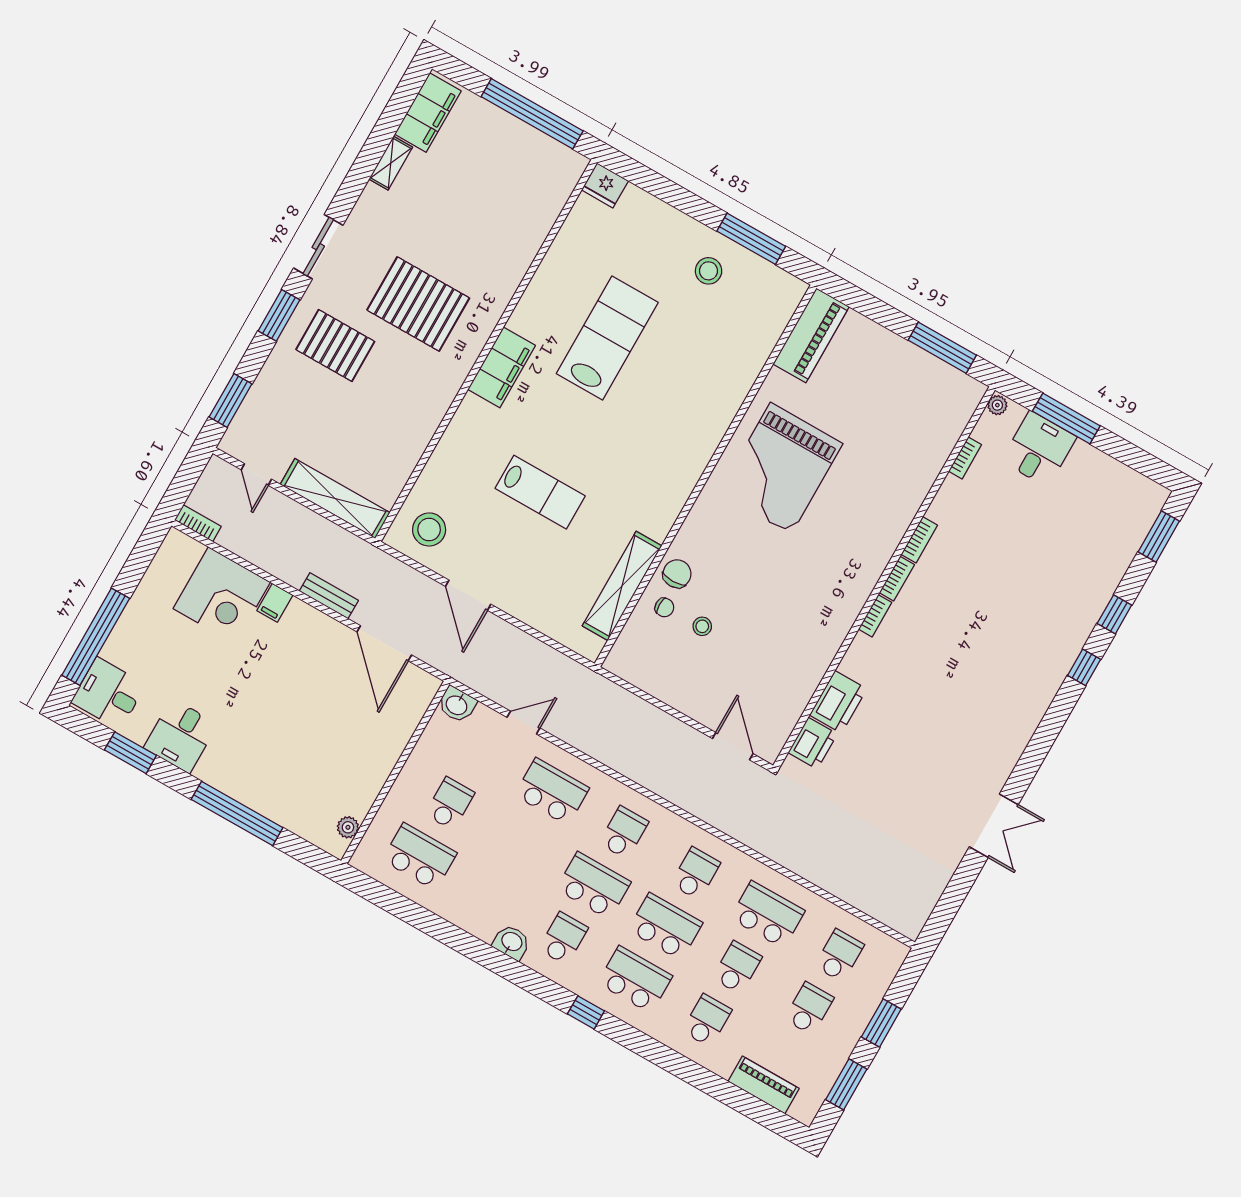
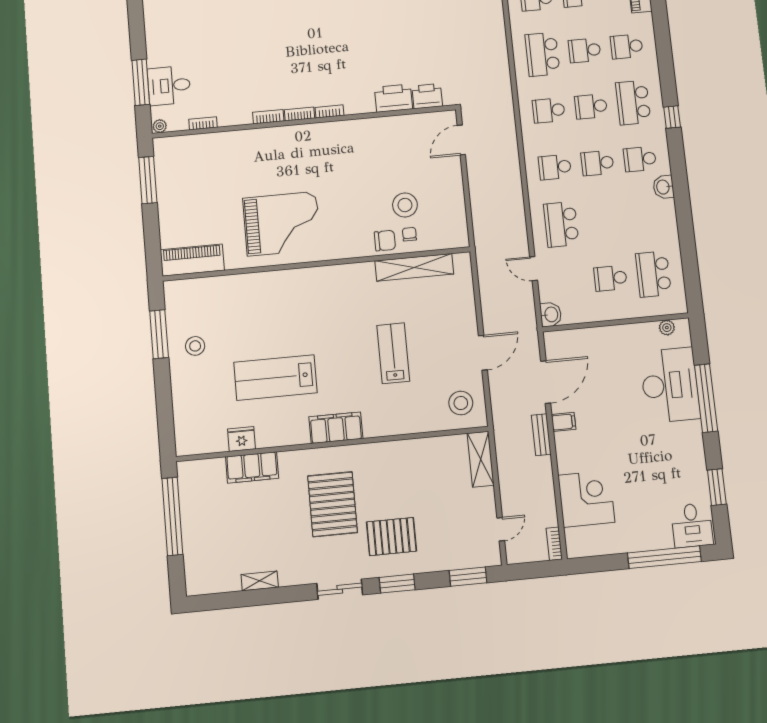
filing cabinet: (428, 113) -> (252, 467), moved, turned 180
fridge: (605, 185) -> (241, 439), moved, turned -90
pallet: (335, 345) -> (391, 537), turned 90
shelving: (335, 499) -> (481, 459), width x0.68
chair: (677, 574) -> (385, 241), turned 180
filing cabinet: (275, 603) -> (564, 422), moved
stool: (702, 626) -> (405, 205), width x1.89, depth x1.89
desk: (181, 736) -> (670, 385), moved, width x1.87, depth x1.30
school desk: (593, 886) -> (597, 163), width x0.54
school desk: (665, 926) -> (591, 106), width x0.54

